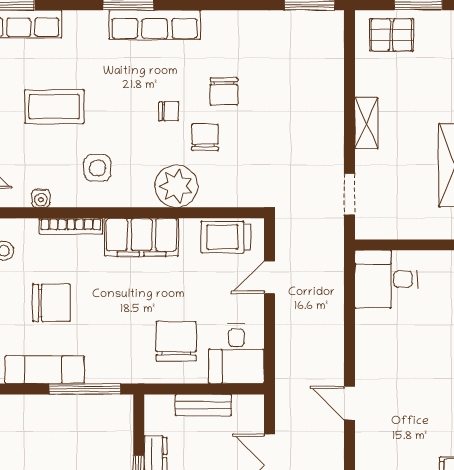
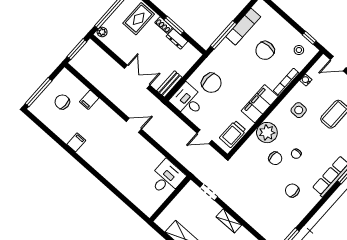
chair: (224, 91) -> (292, 191), moved
trolley: (226, 237) -> (233, 134), turned 180
door: (269, 277) -> (205, 137), swing flipped
bench: (203, 405) -> (169, 84), moved

